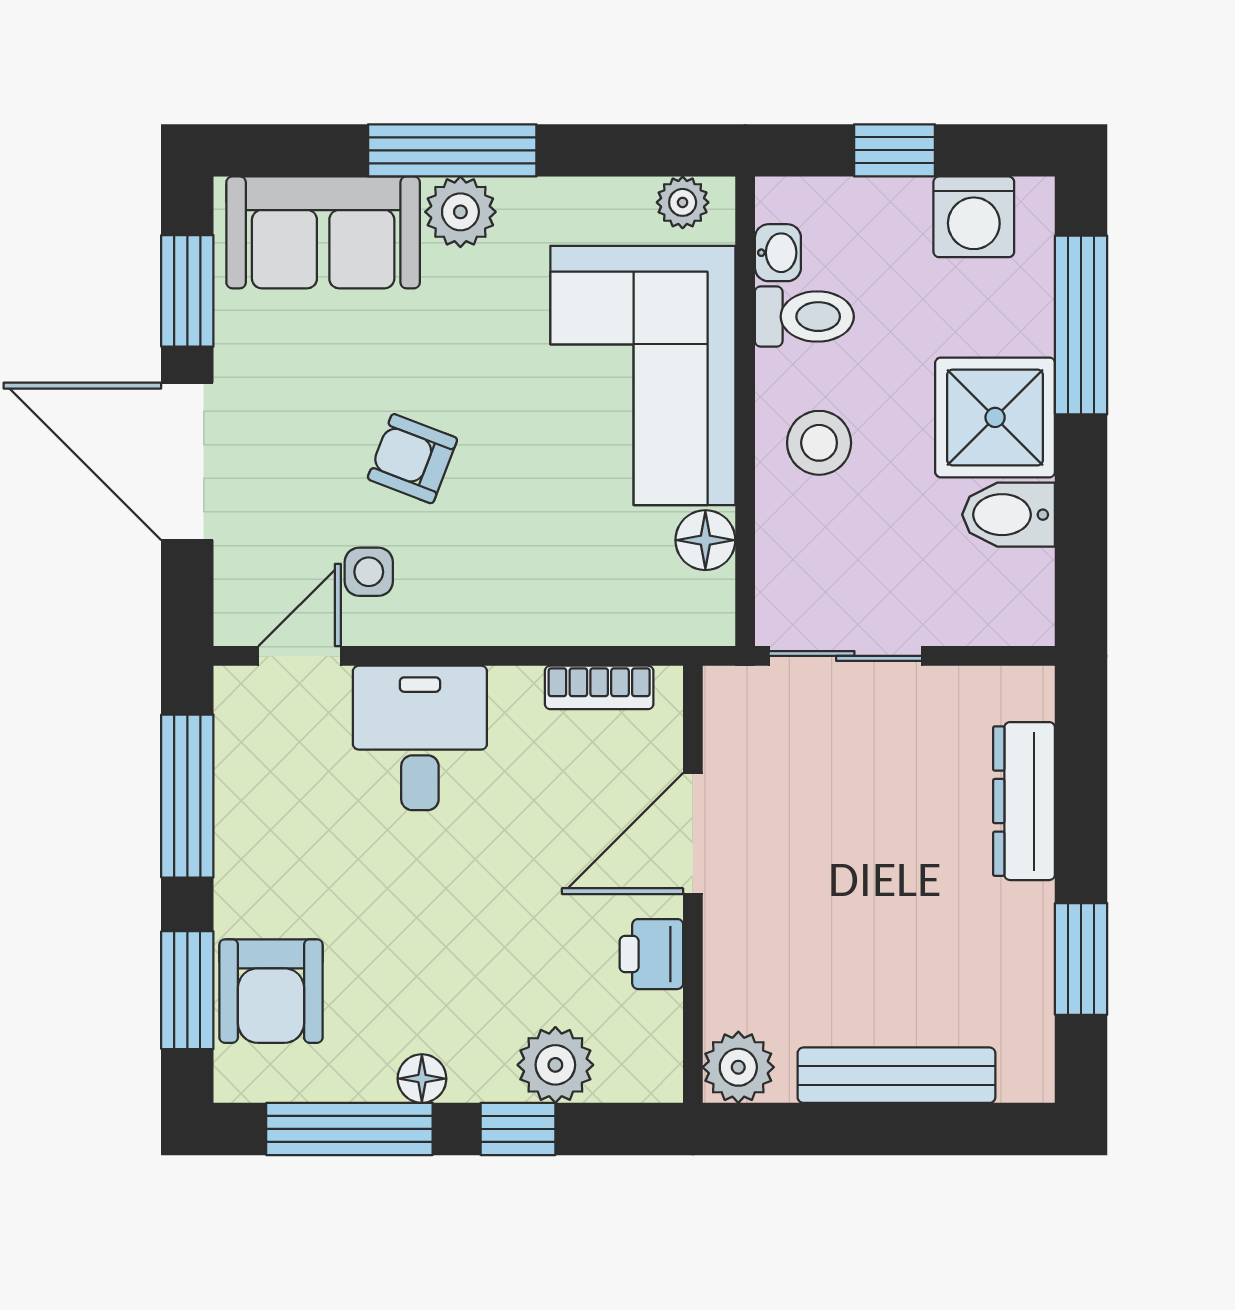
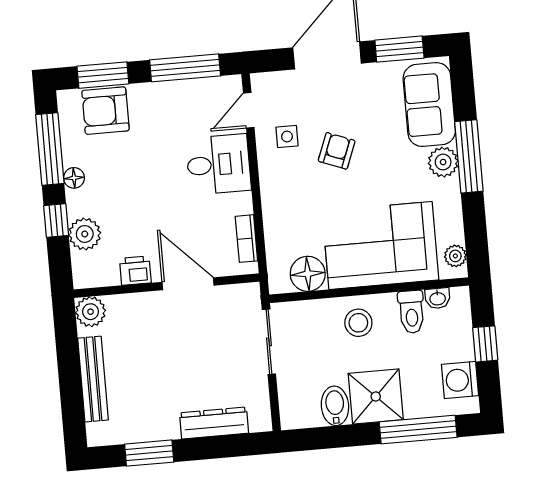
floor lamp: (705, 540) -> (308, 274), width x1.38, depth x1.38
door: (300, 656) -> (249, 110), swing flipped

